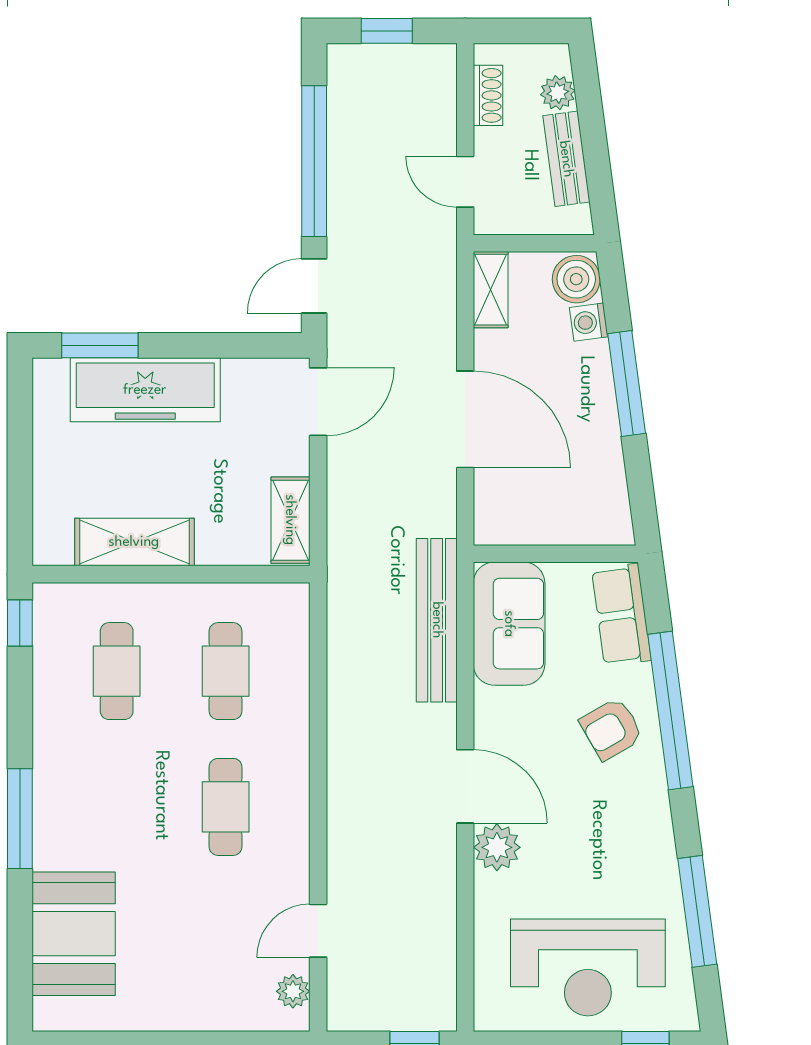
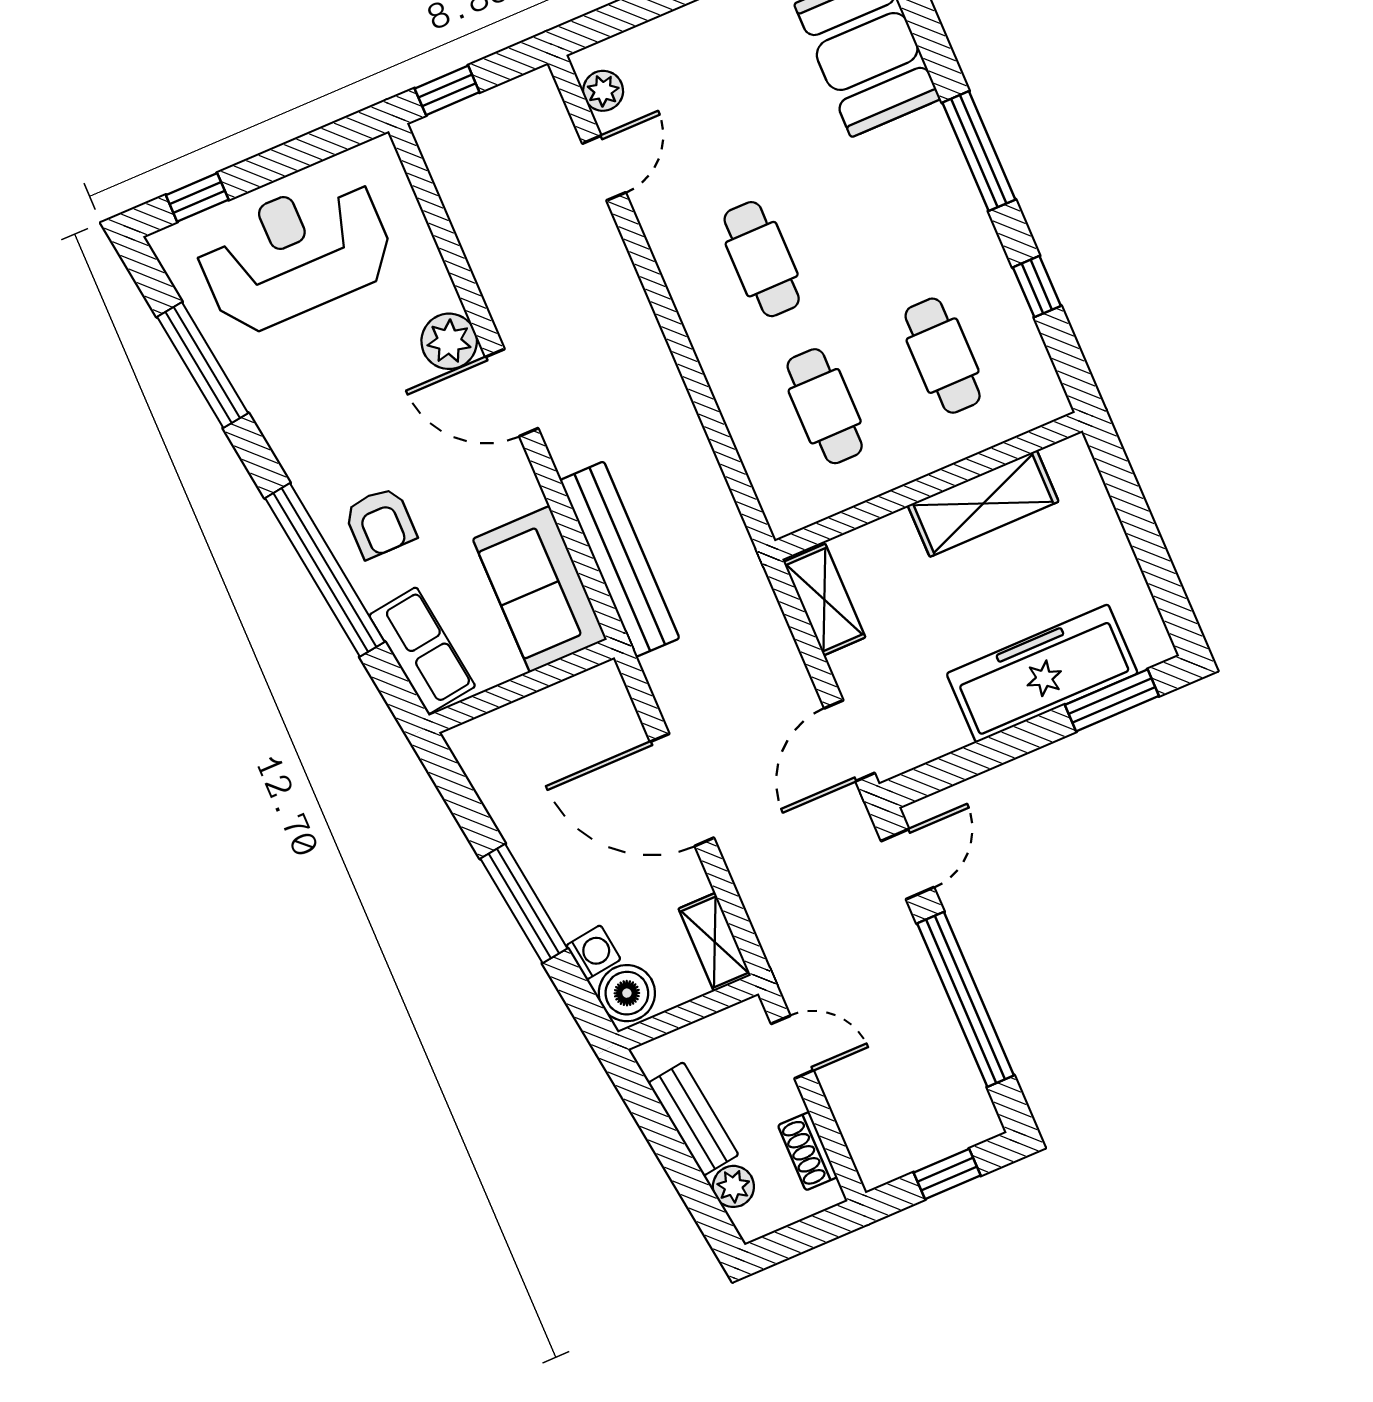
window: (20, 623) -> (1037, 287), moved
armchair: (611, 729) -> (380, 523), turned 120

